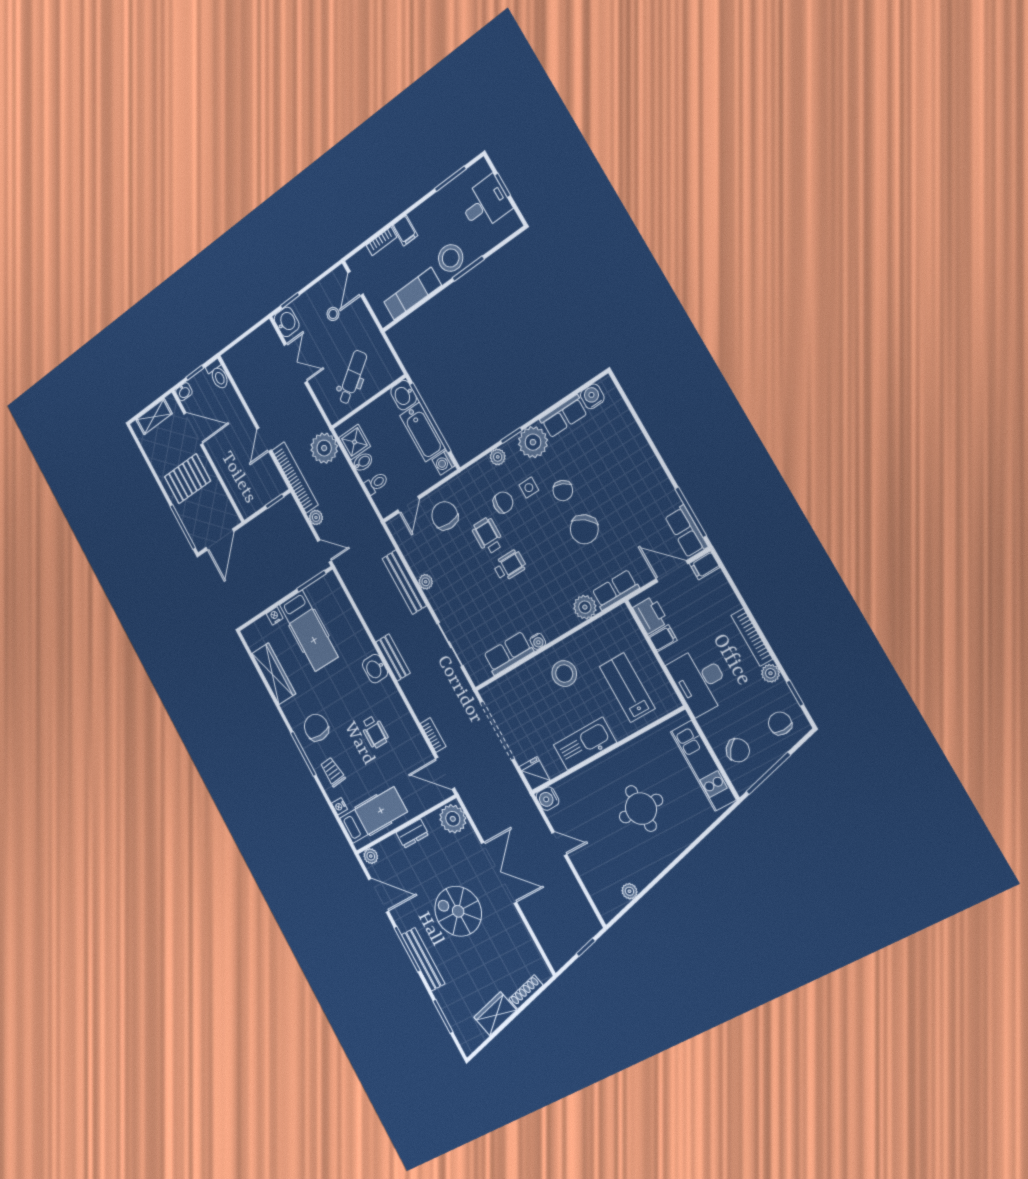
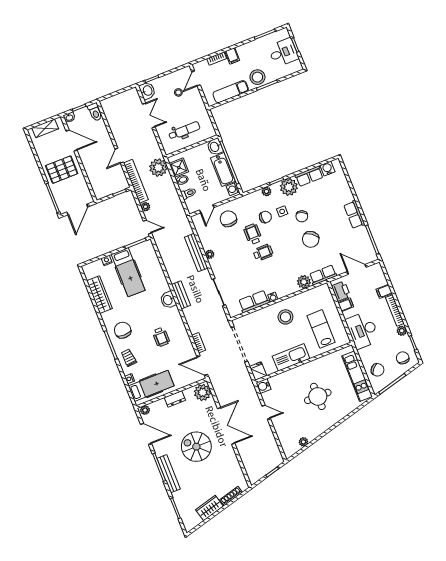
dental chair: (352, 377) -> (184, 131), turned 36
row of seats: (686, 531) -> (354, 215), moved
filing cabinet: (705, 565) -> (384, 291), moved

